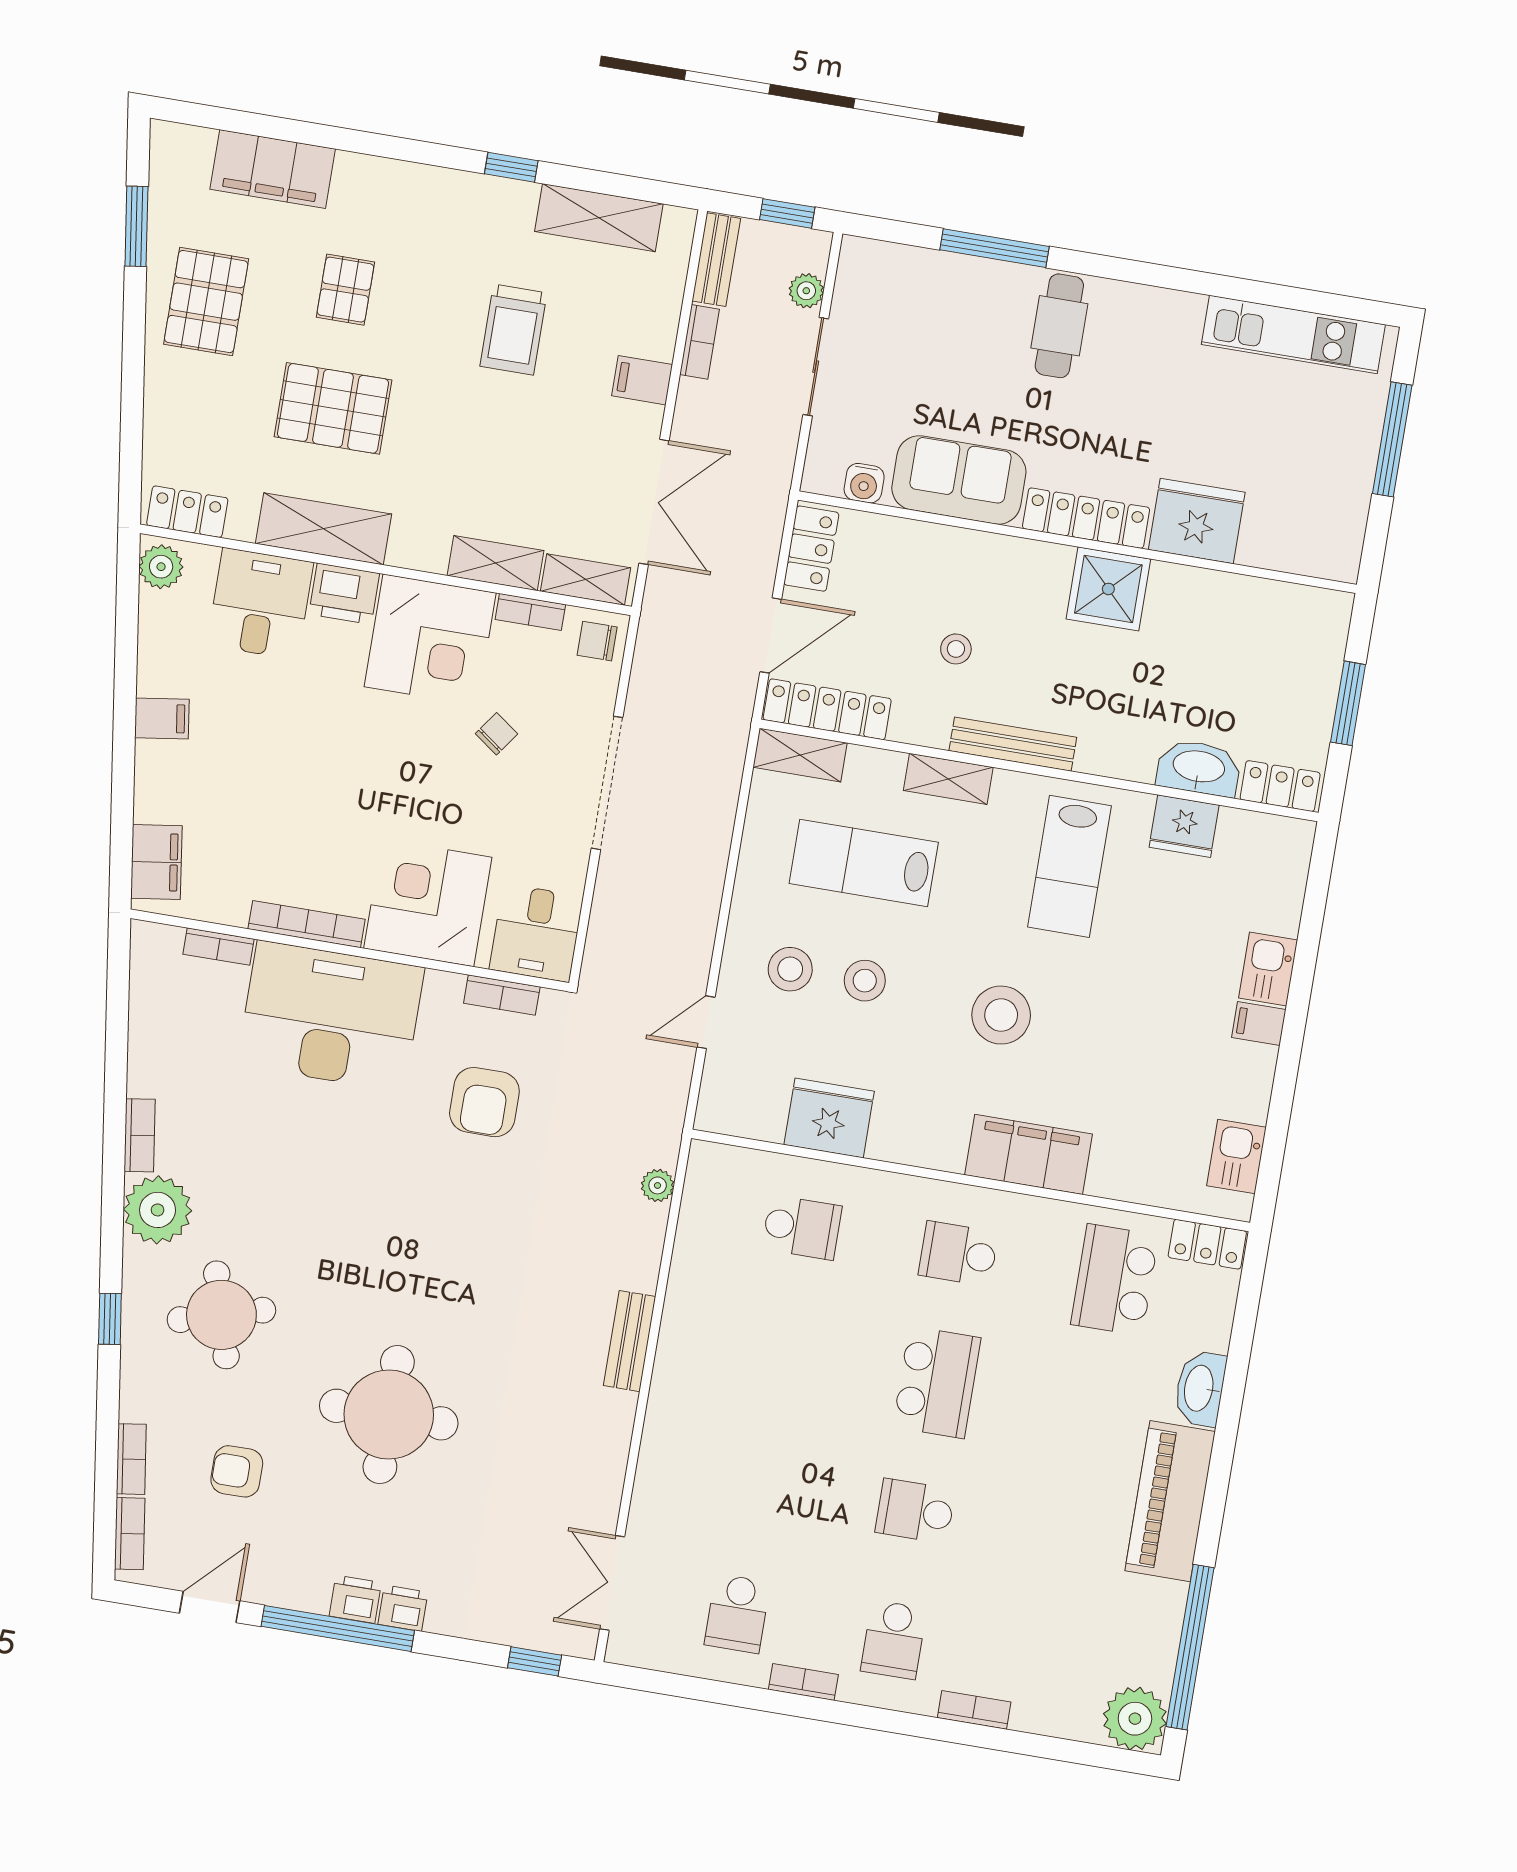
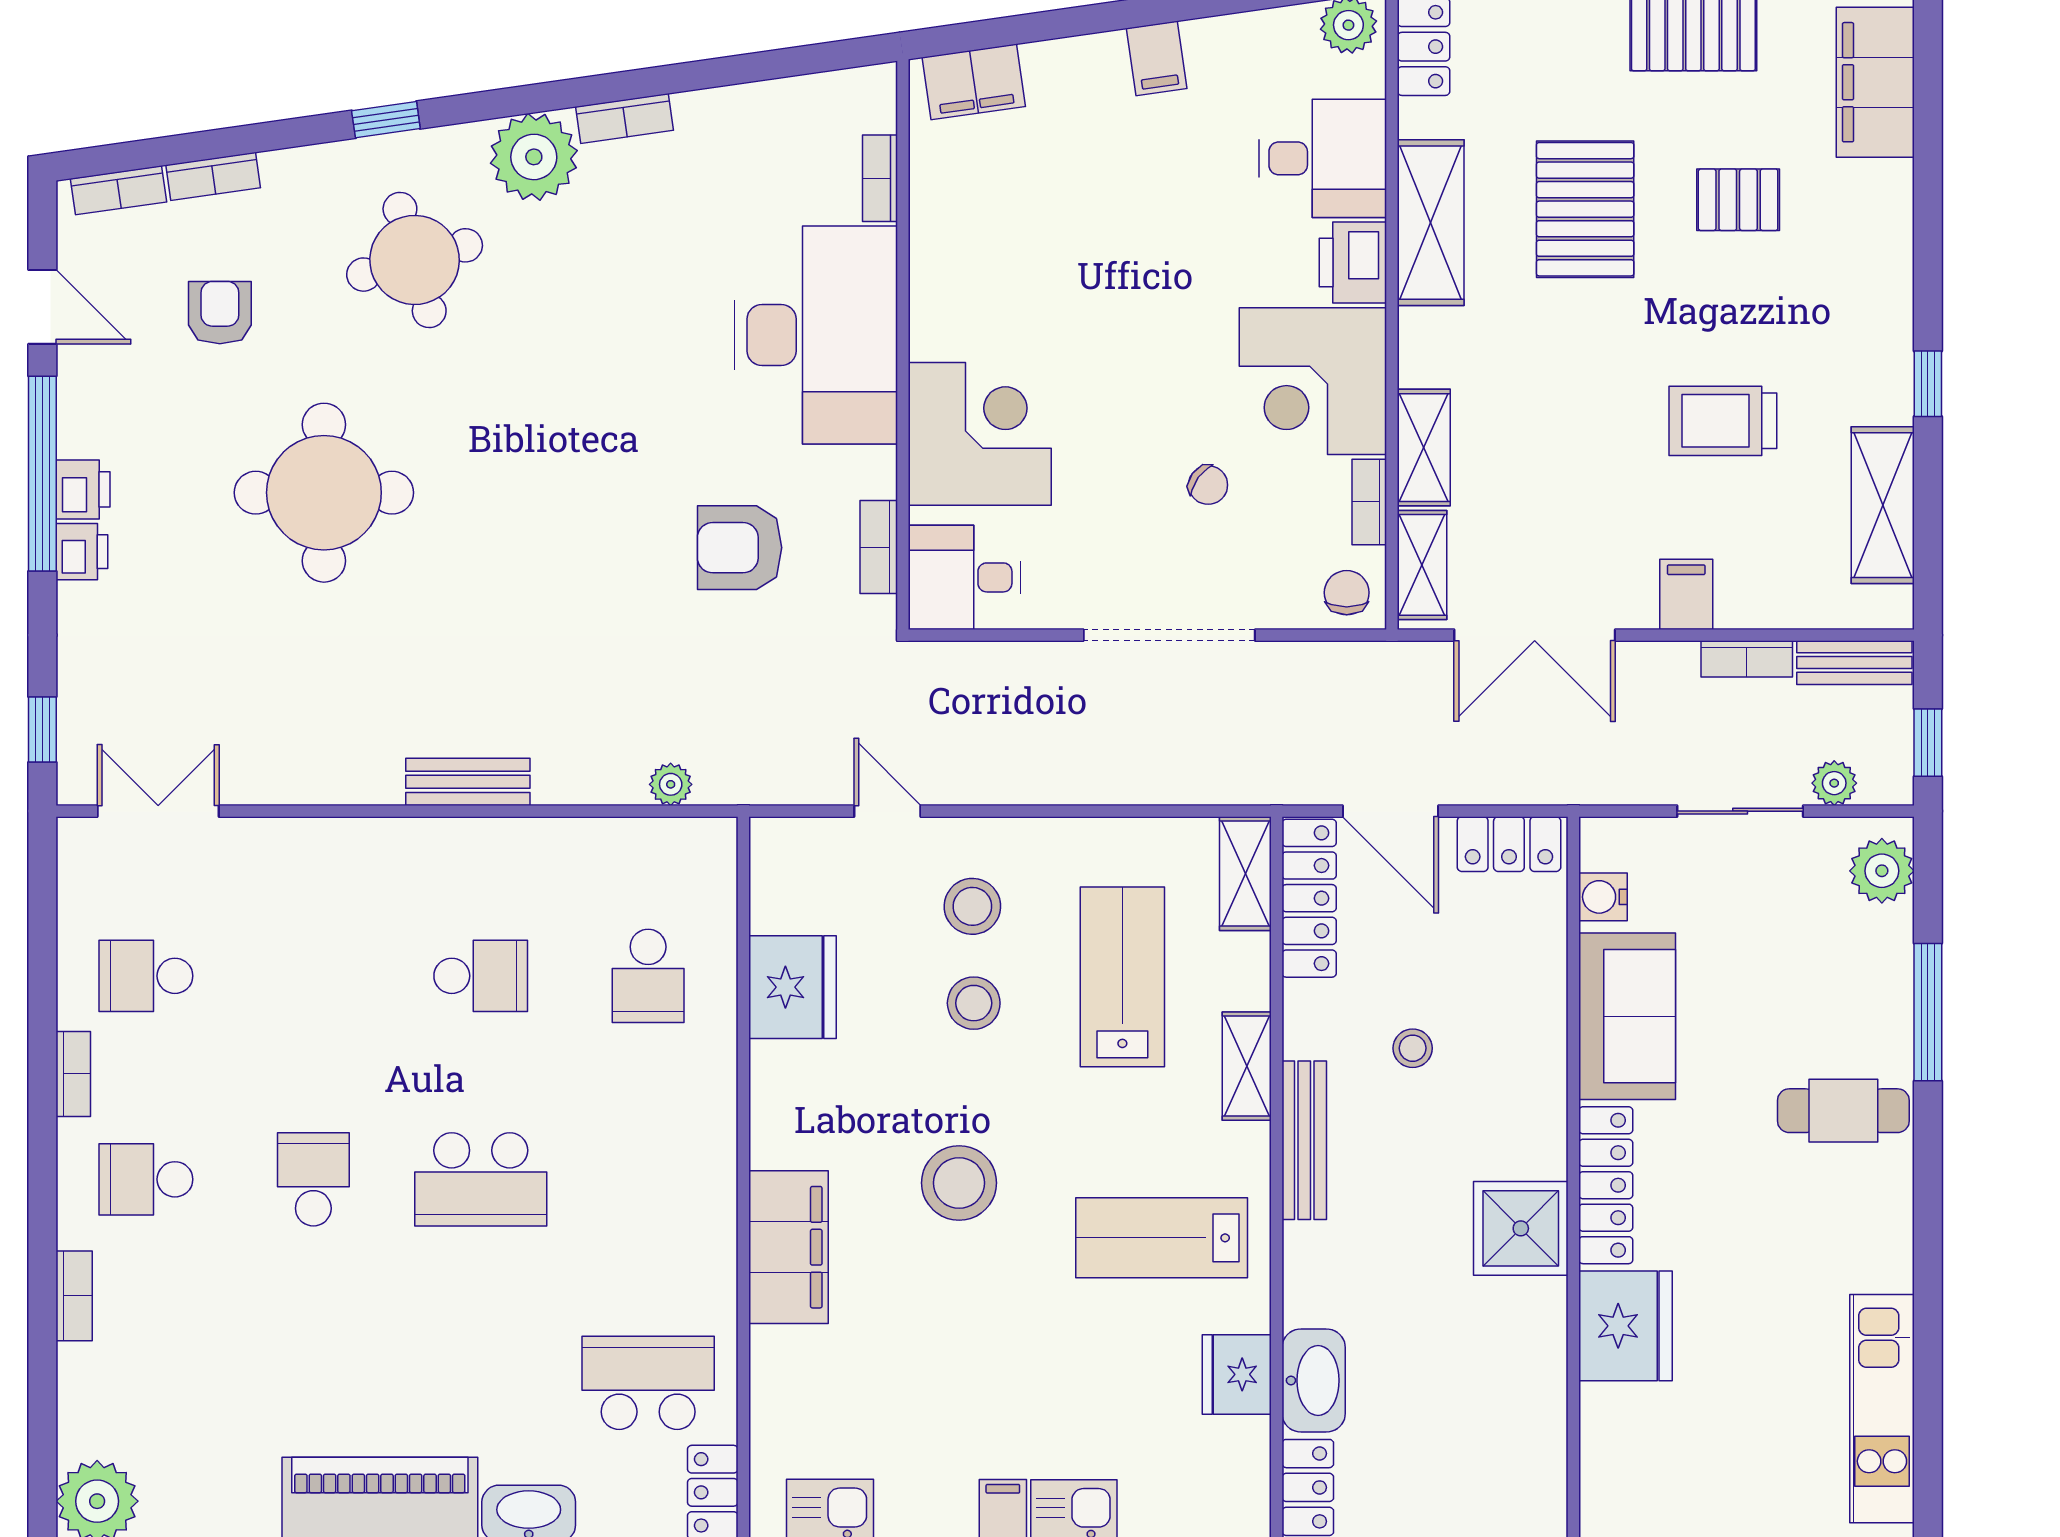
plant: (880, 265) -> (1882, 871), added
bookcase: (307, 924) -> (927, 285), removed
school desk: (958, 1254) -> (481, 976), moved, turned 90

